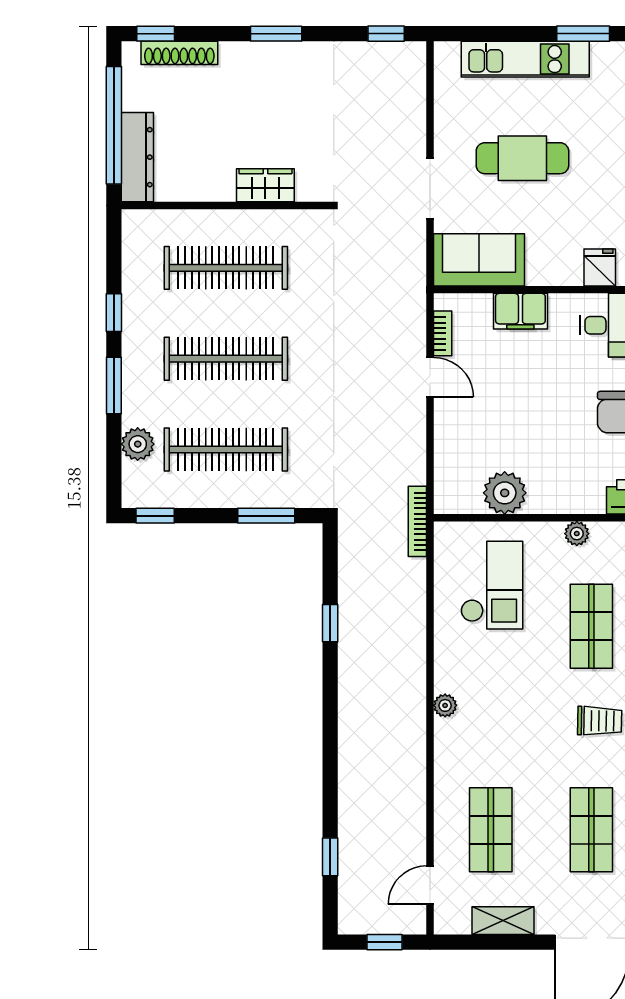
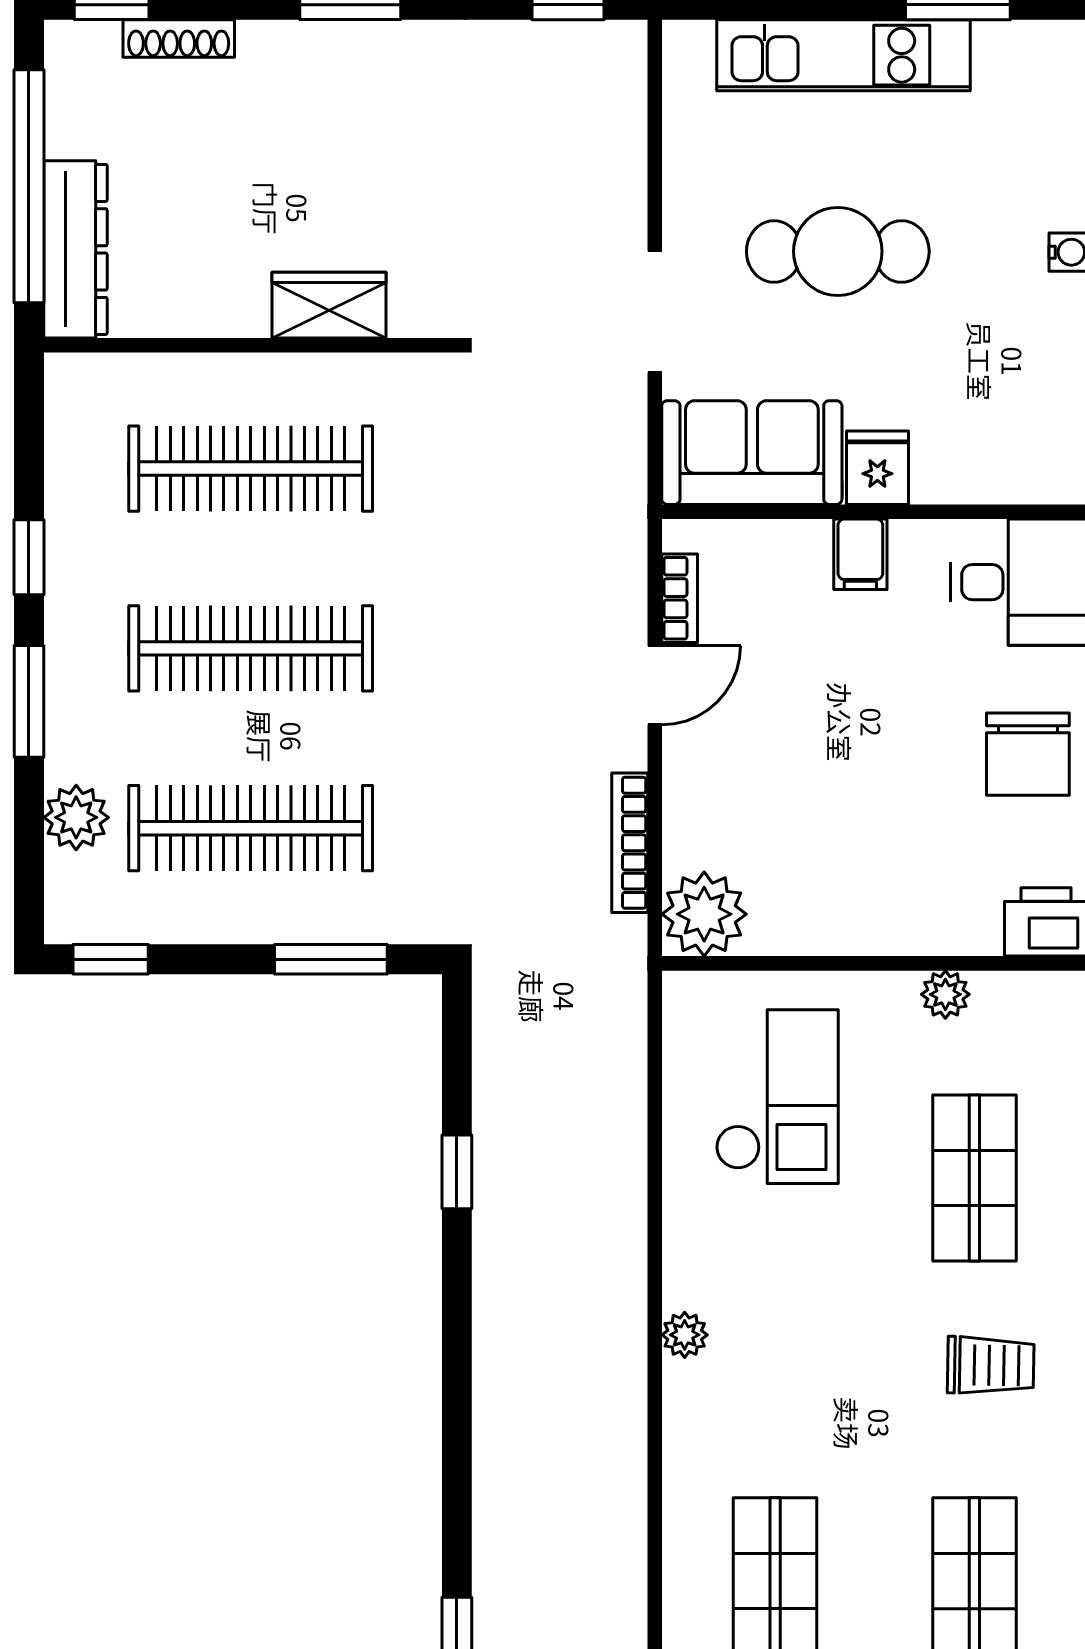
shoe rack: (179, 53) -> (179, 38), width x0.74, depth x0.81
fridge: (600, 267) -> (877, 468), moved
filing cabinet: (520, 311) -> (860, 554), width x0.50
door: (430, 377) -> (655, 685), hinge flipped
plant: (505, 493) -> (704, 914), moved
bookcase: (417, 521) -> (630, 843), moved

